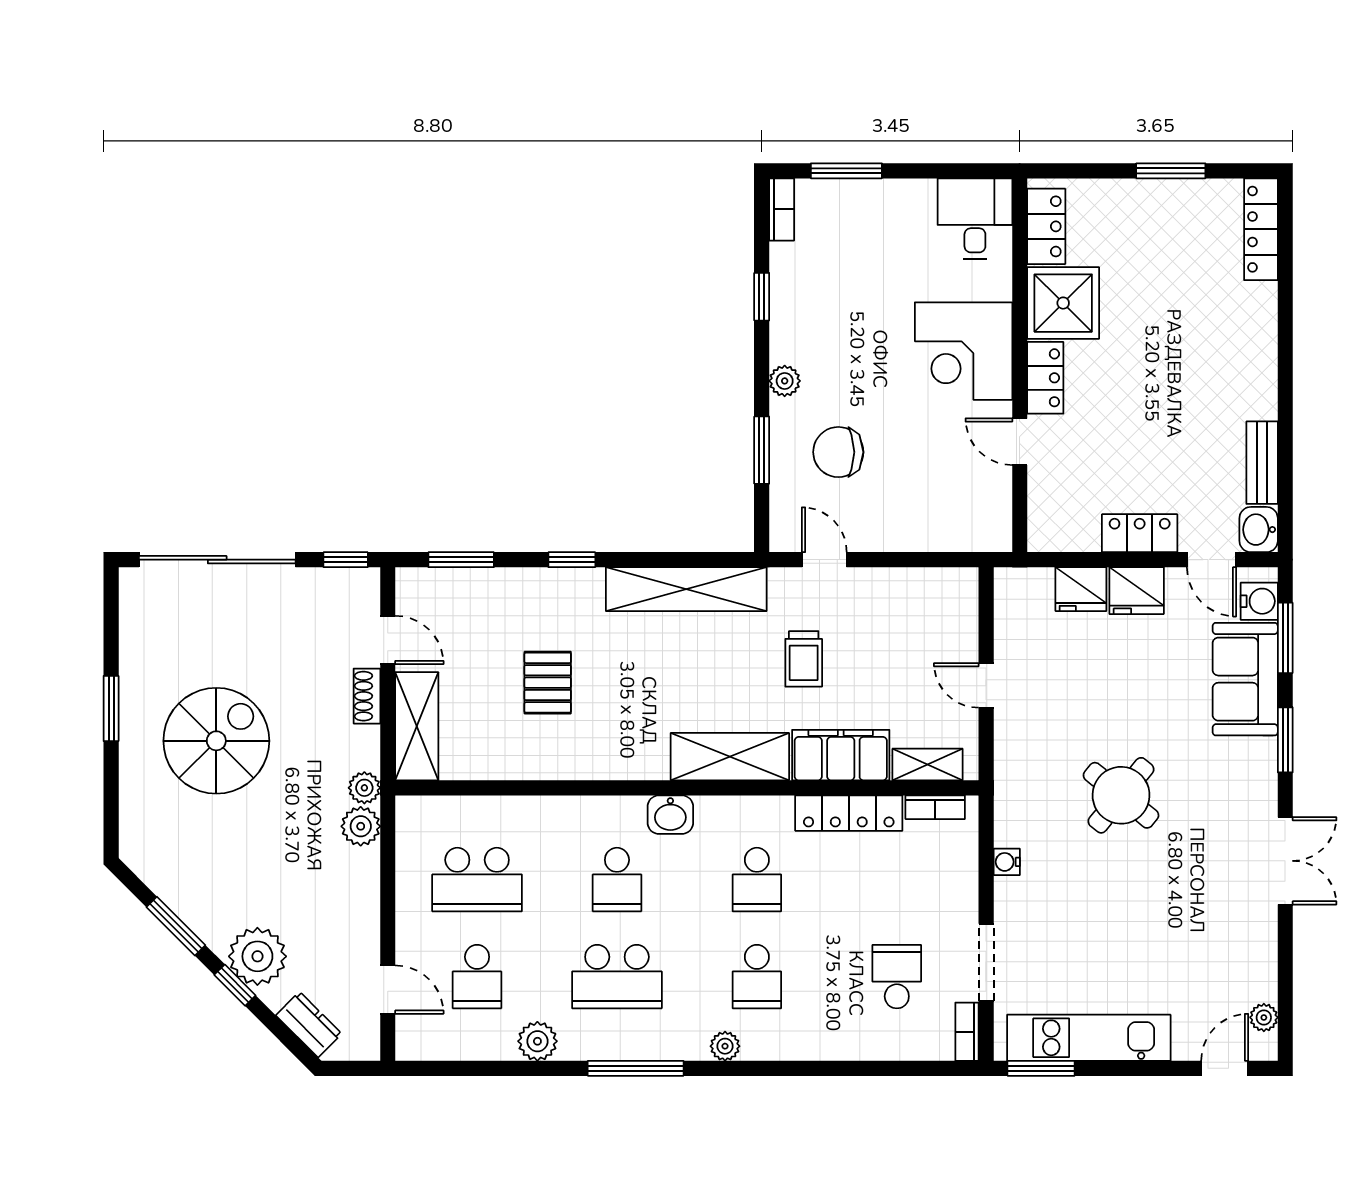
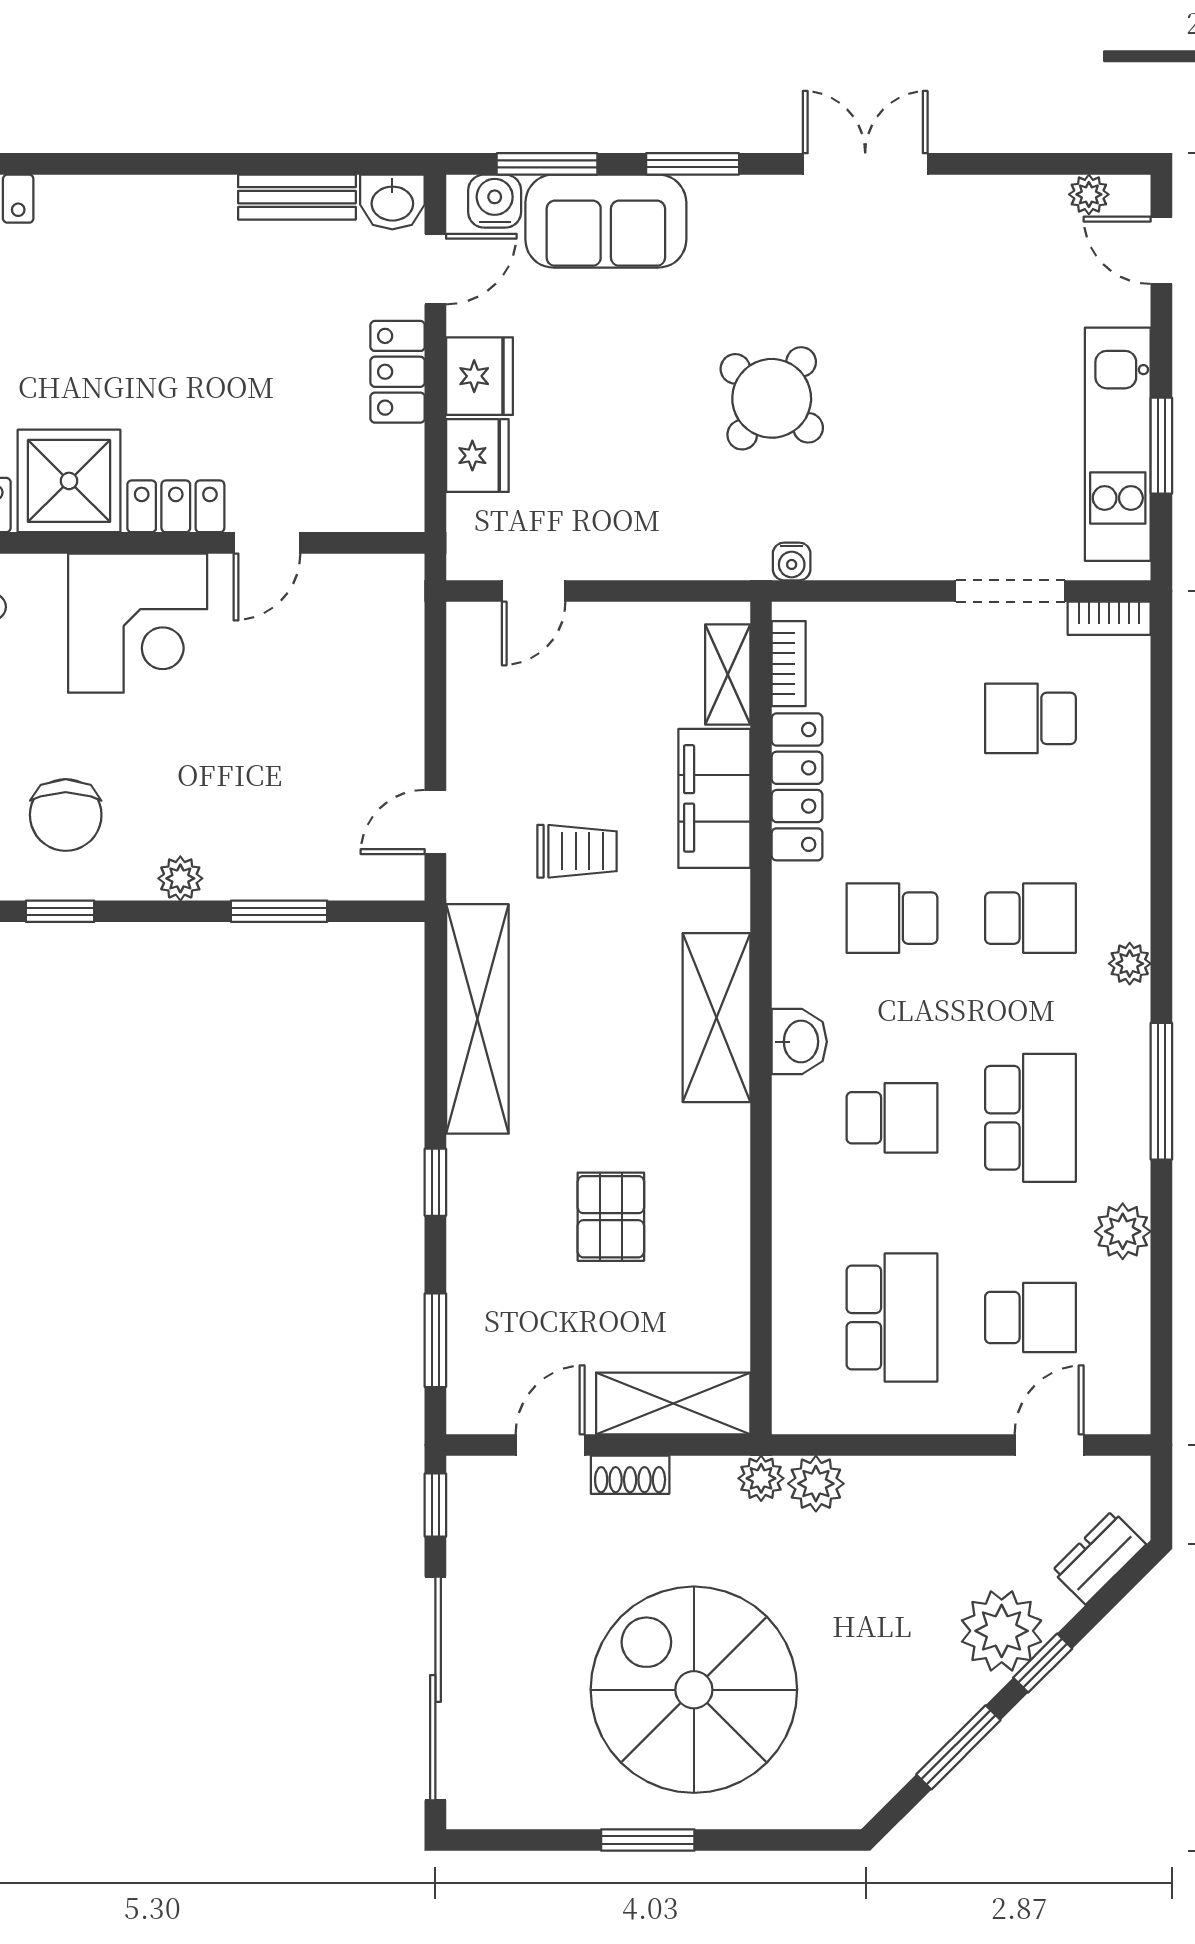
chair: (838, 452) -> (66, 815), moved
pallet: (548, 683) -> (611, 1217), turned 90
door: (986, 685) -> (534, 591), moved
spiral stairs: (216, 741) -> (694, 1690), width x1.37, depth x1.37
shelving: (730, 757) -> (717, 1018), moved
water cooler: (1007, 862) -> (792, 561), moved
school desk: (757, 880) -> (892, 918), turned 180
window: (1041, 1068) -> (1161, 446), moved

